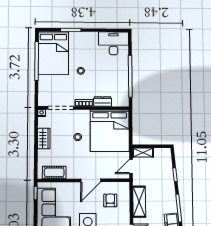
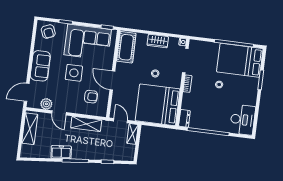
dresser: (103, 102) -> (184, 118), moved
cot: (54, 172) -> (126, 47), width x1.37, depth x1.34

